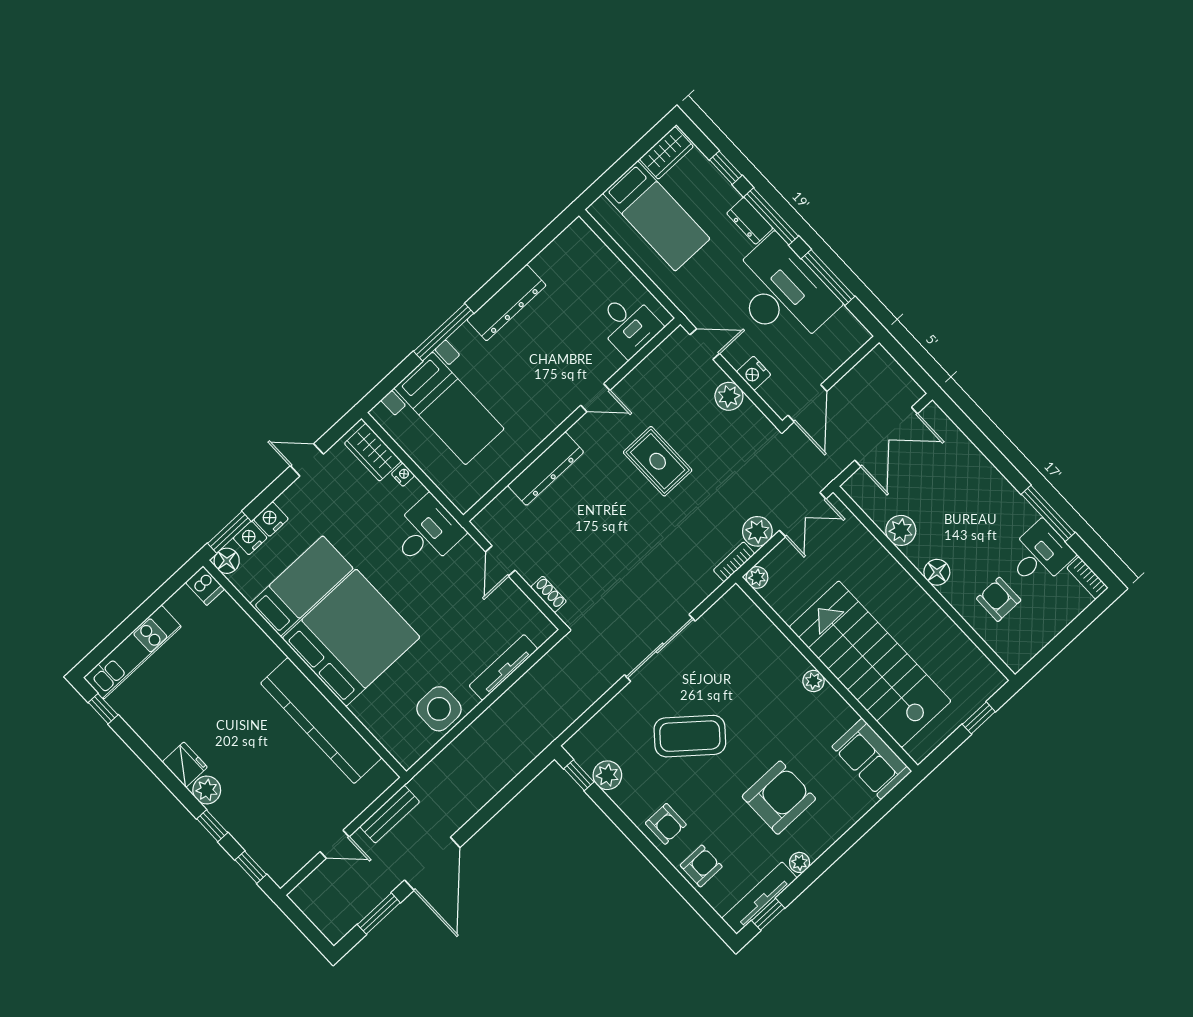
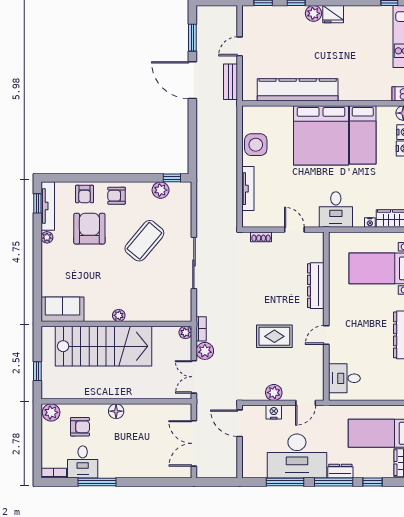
plant: (901, 530) -> (51, 412), moved
armchair: (779, 798) -> (89, 229), moved, turned 180

